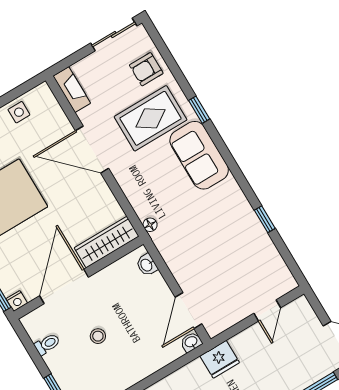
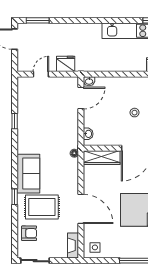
side table: (19, 112) -> (95, 247), moved
fridge: (220, 359) -> (66, 64), moved

